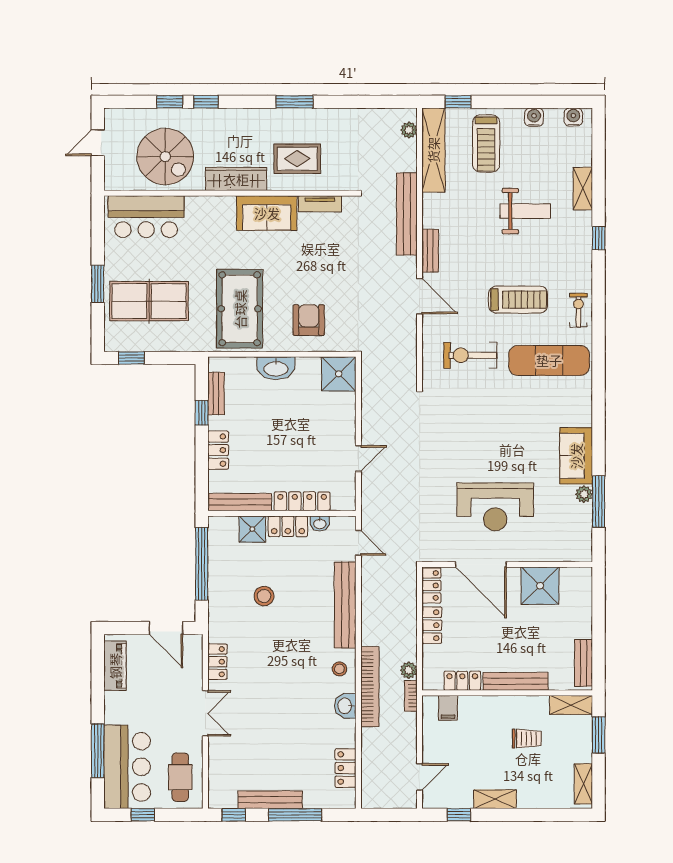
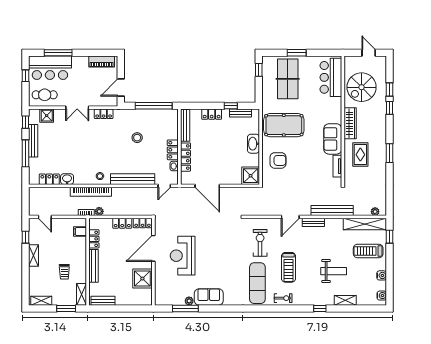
weight bench: (525, 211) -> (334, 271), turned -90
door: (358, 459) -> (207, 186), width x1.87
shower: (252, 529) -> (47, 116), moved
washbasin: (345, 706) -> (67, 179), moved

